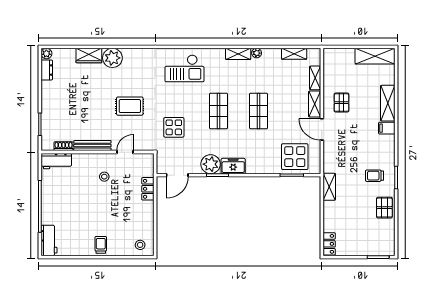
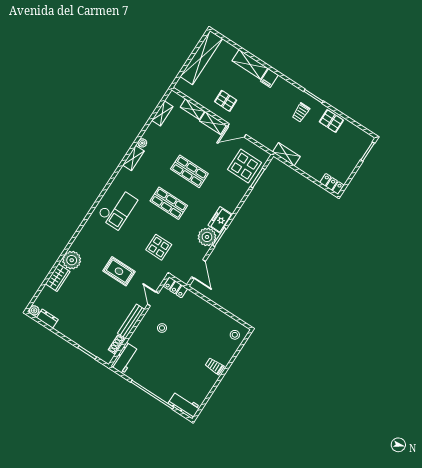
shelving: (375, 56) -> (201, 58), width x1.47
rug: (130, 106) -> (119, 271), turned 90
locker: (148, 189) -> (175, 287), moved

